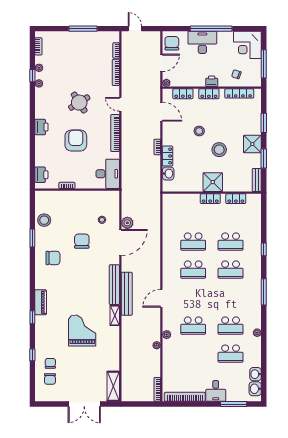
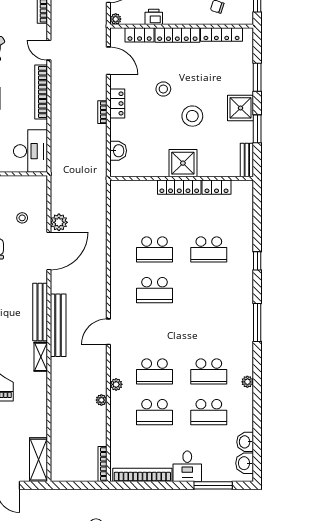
printer: (212, 81) -> (154, 17), moved
locker: (209, 94) -> (177, 35), width x1.53
locker: (168, 156) -> (117, 103), moved
locker: (210, 199) -> (179, 187), width x1.53
school desk: (231, 270) -> (155, 412), moved

